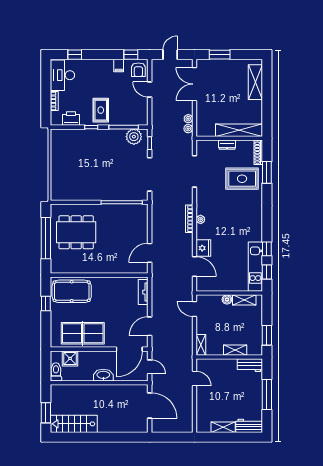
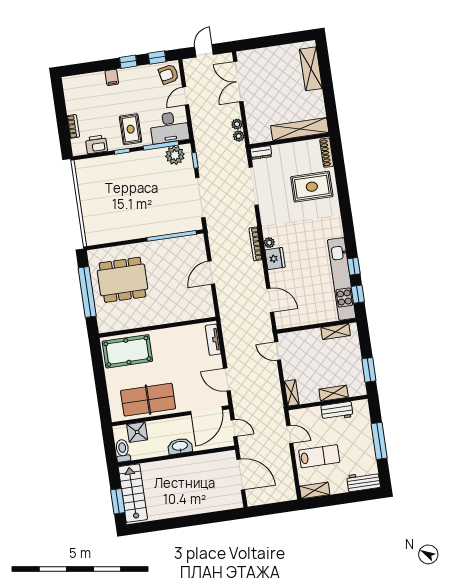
window: (75, 55) -> (128, 62), moved
window: (220, 55) -> (263, 42), removed
filing cabinet: (119, 66) -> (112, 77), moved
armchair: (138, 70) -> (169, 74), turned 78
desk: (62, 75) -> (169, 127), moved, turned -90
door: (150, 89) -> (186, 96), hinge flipped
dresser: (227, 145) -> (261, 152), moved
window: (267, 172) -> (340, 175), removed
fridge: (203, 248) -> (275, 259), moved
door: (150, 253) -> (211, 273), moved
kitchen unit: (255, 267) -> (342, 279), width x1.36
boiler: (227, 299) -> (315, 334), removed
window: (46, 304) -> (99, 371), removed
door: (150, 326) -> (227, 380), hinge flipped
workbench: (250, 365) -> (337, 411), moved
lab bench: (216, 400) -> (319, 456), added
stairs: (74, 424) -> (133, 493), moved, turned 90
shelving: (223, 427) -> (315, 490), moved

